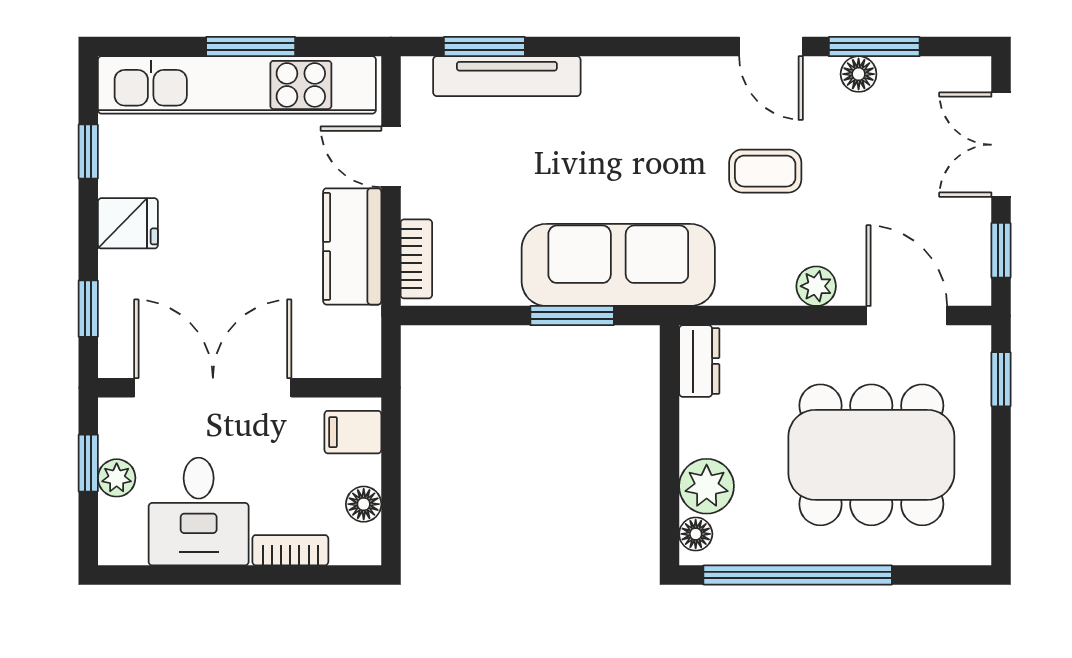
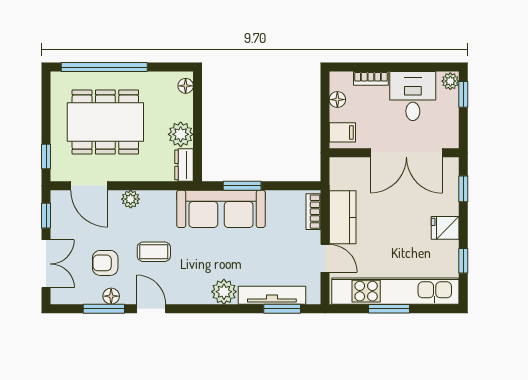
plant: (612, 84) -> (224, 292), added
armchair: (872, 147) -> (105, 263), added
window: (88, 463) -> (463, 94), moved
plant: (117, 478) -> (450, 81), moved
plant: (707, 486) -> (181, 134), moved
window: (798, 575) -> (104, 67), moved

